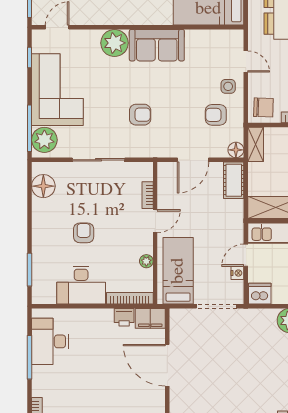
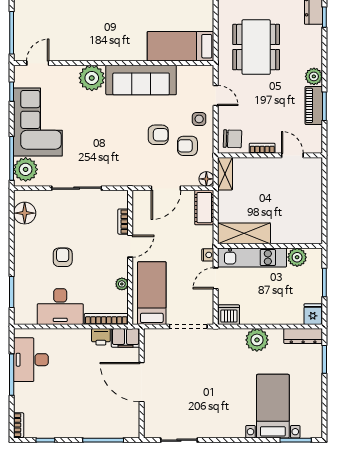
sofa: (157, 45) -> (141, 80), width x1.36
armchair: (140, 115) -> (158, 135), moved
nightstand: (237, 273) -> (208, 255), moved

